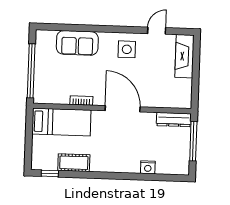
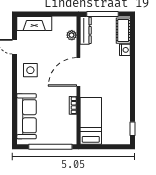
sofa: (77, 43) -> (27, 116), width x1.36
plant: (168, 102) -> (72, 35), added
cot: (74, 163) -> (123, 31), moved

